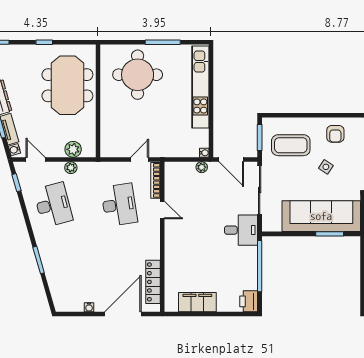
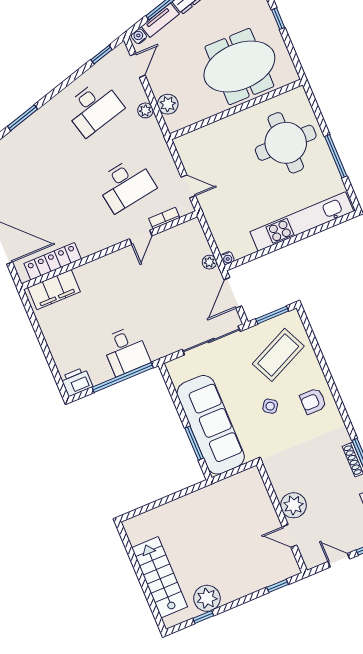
coffee table: (291, 145) -> (278, 355), turned 65
bookcase: (156, 180) -> (164, 218), width x0.64
desk: (241, 230) -> (126, 351), moved
filing cabinet: (197, 302) -> (54, 290), moved, turned 90

